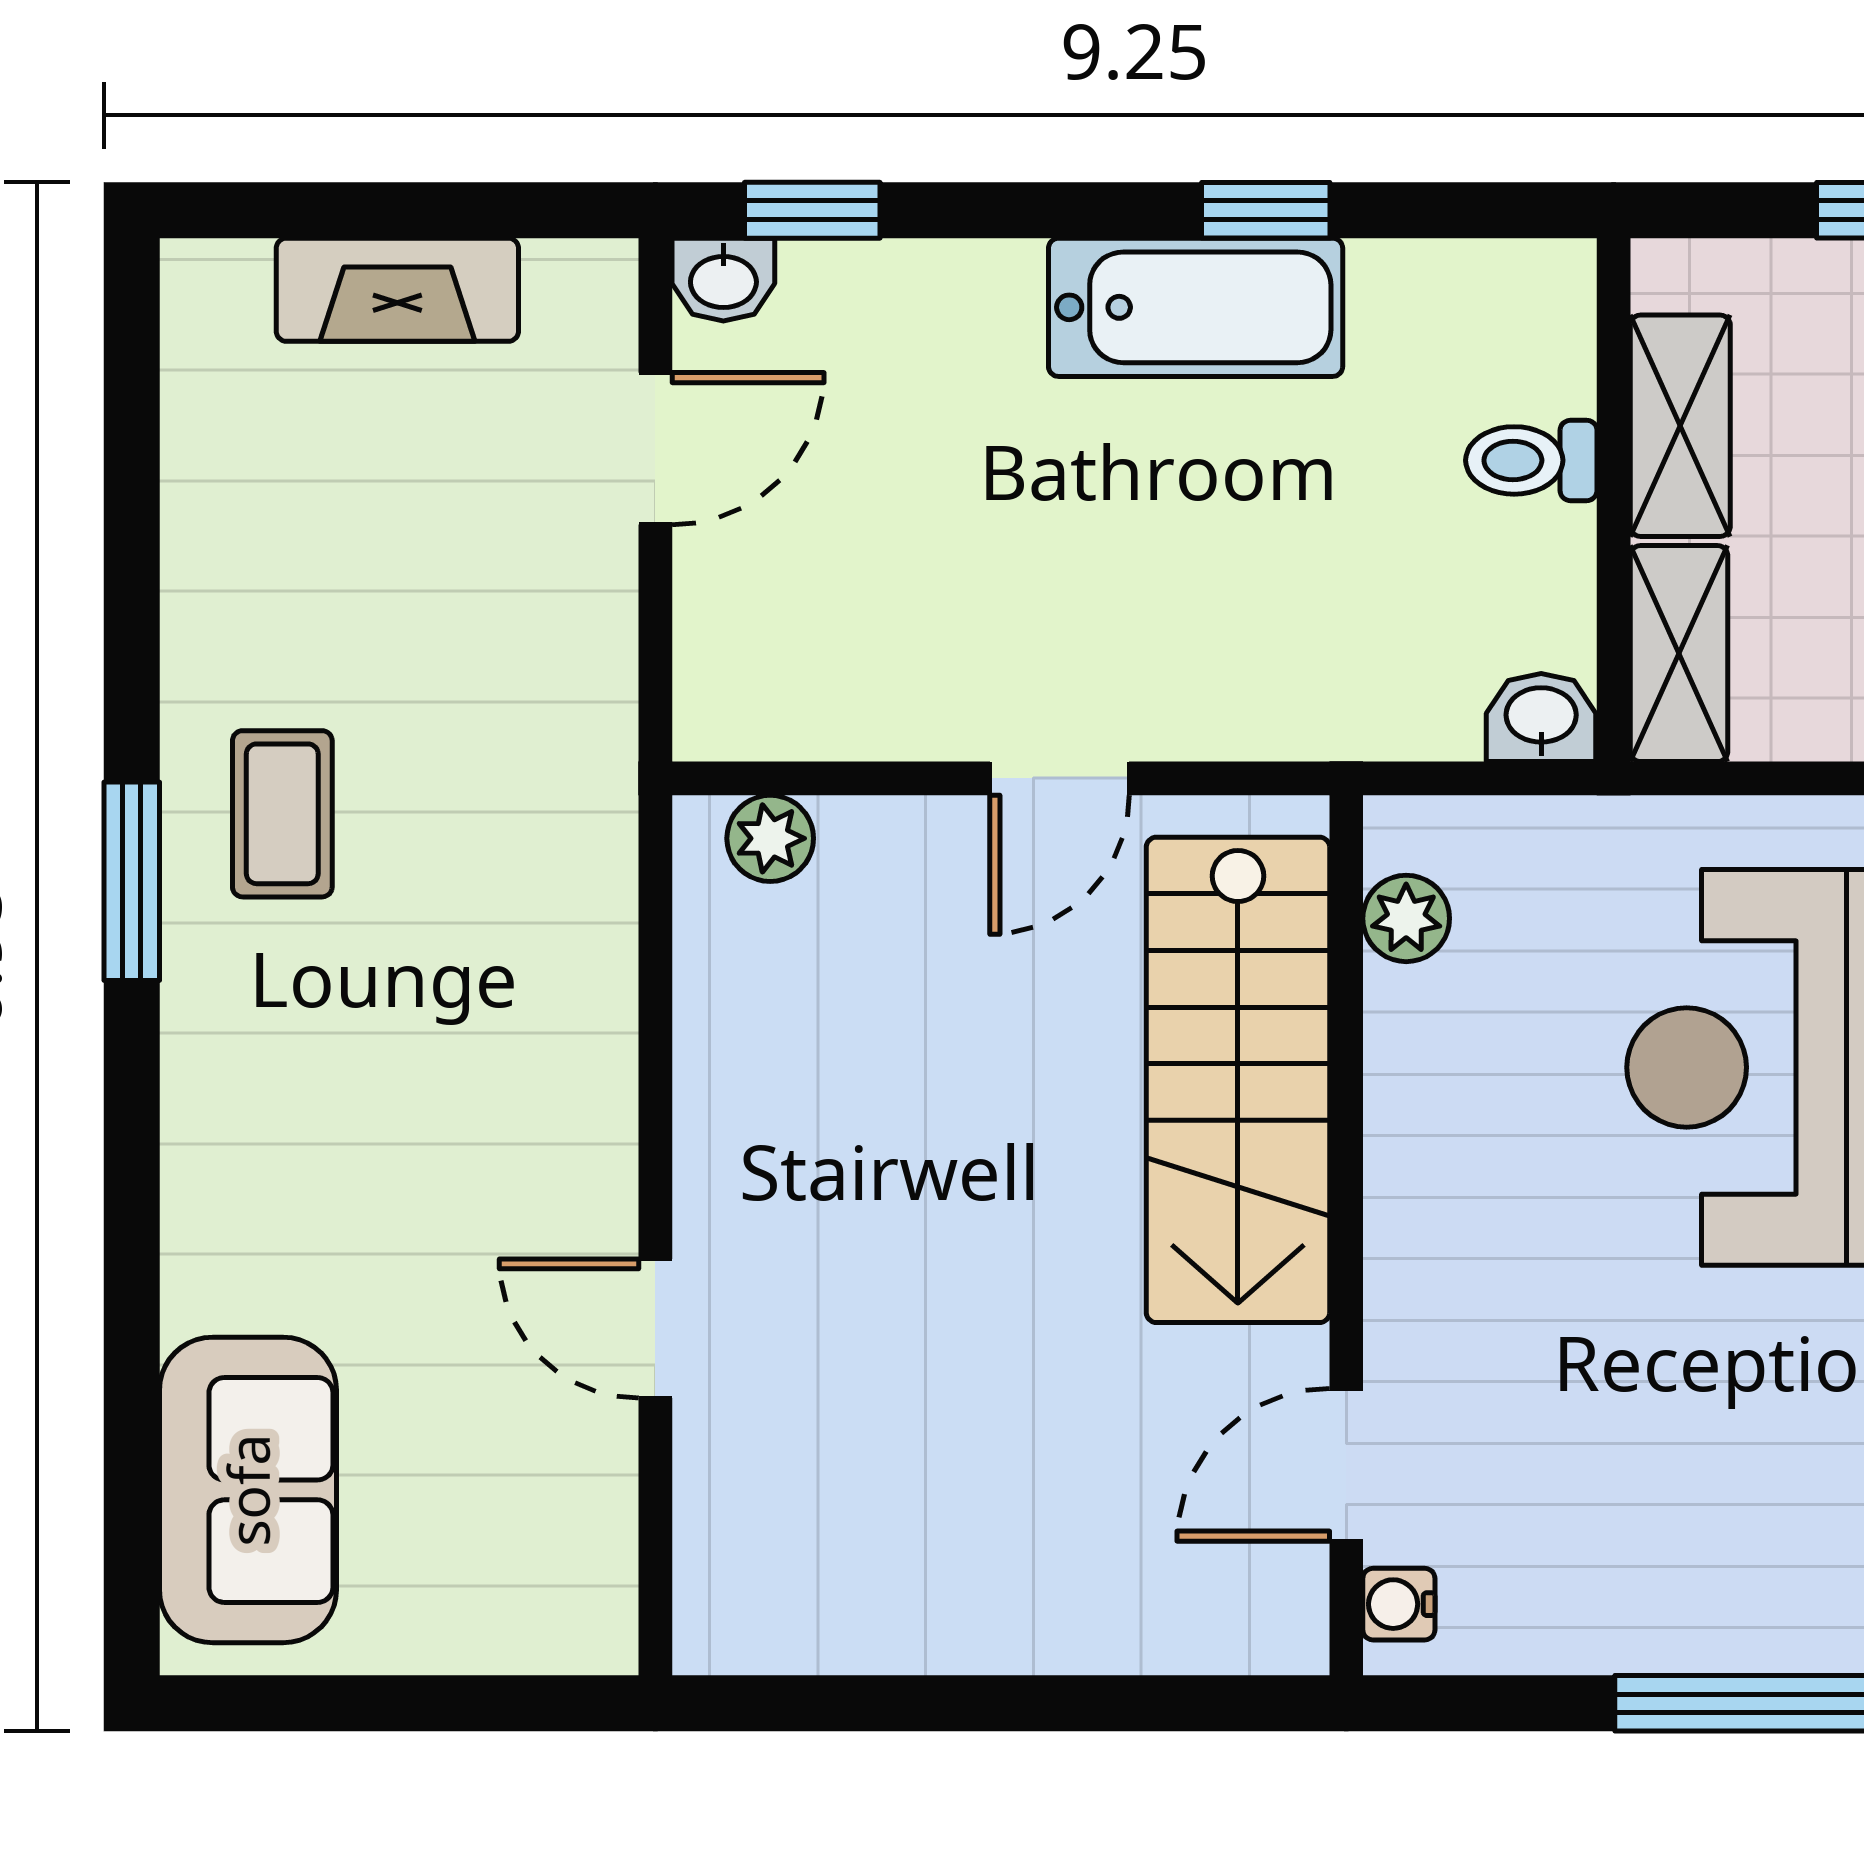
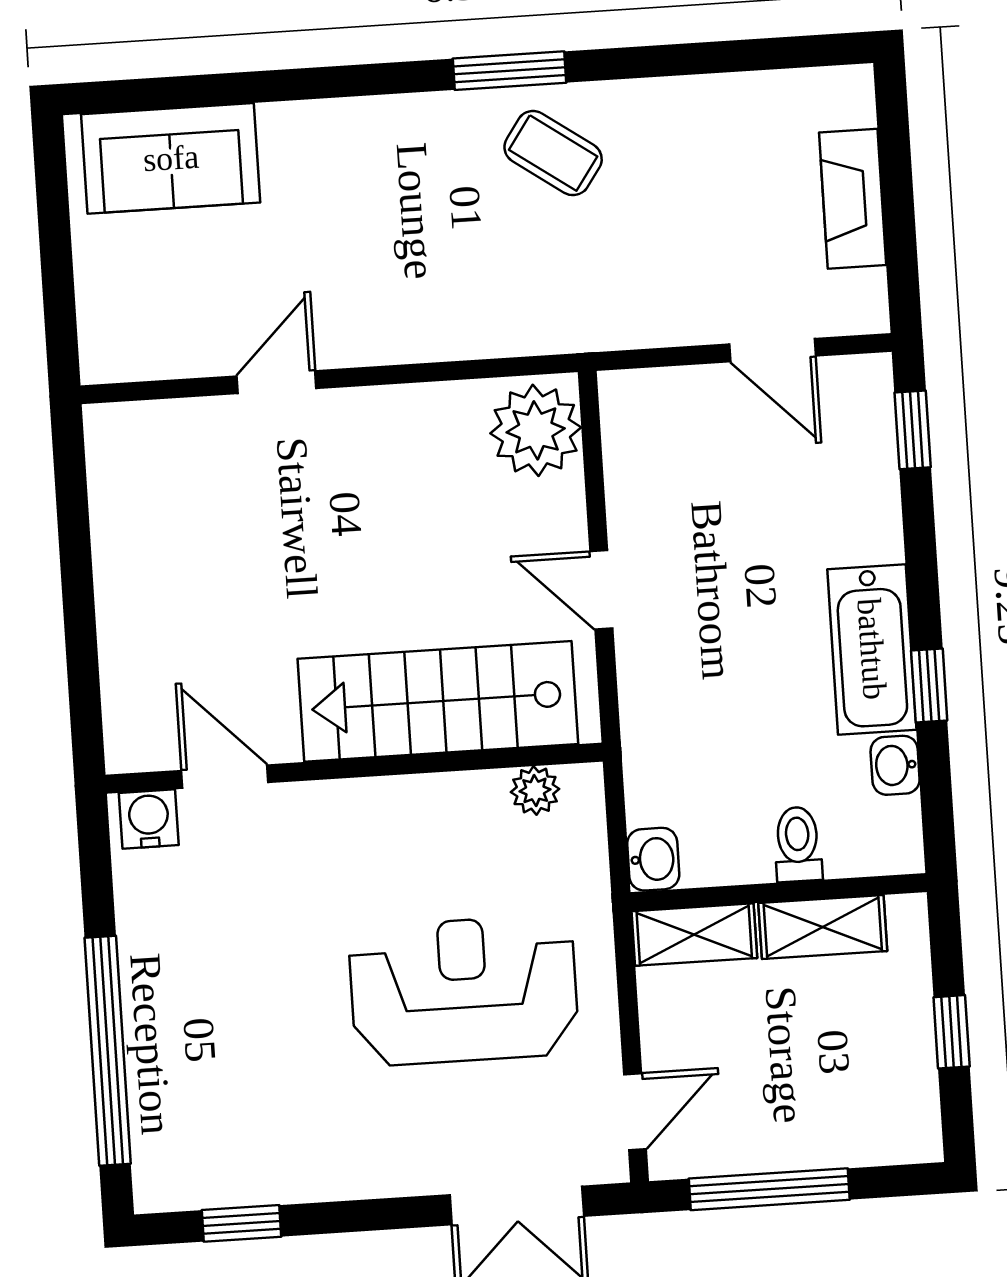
washbasin: (723, 280) -> (895, 765), moved
coffee table: (282, 814) -> (553, 153), turned 35
plant: (770, 838) -> (536, 430), width x1.87, depth x1.87
water cooler: (1399, 1604) -> (149, 819), width x1.38, depth x1.38

